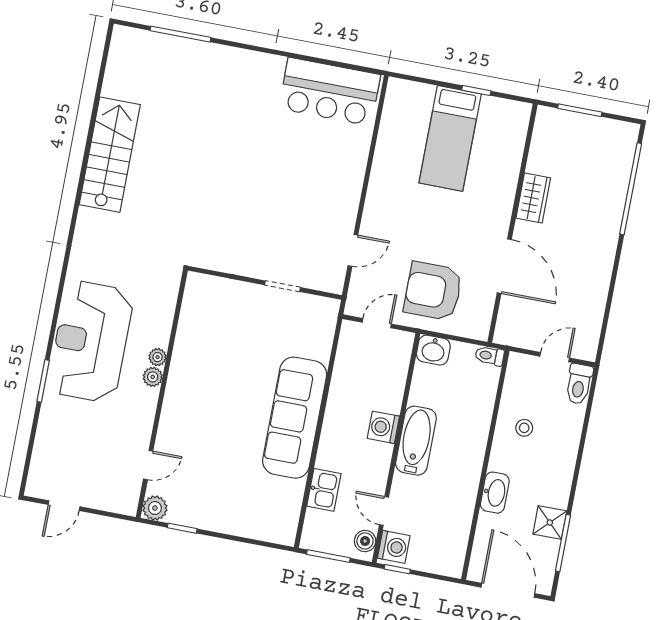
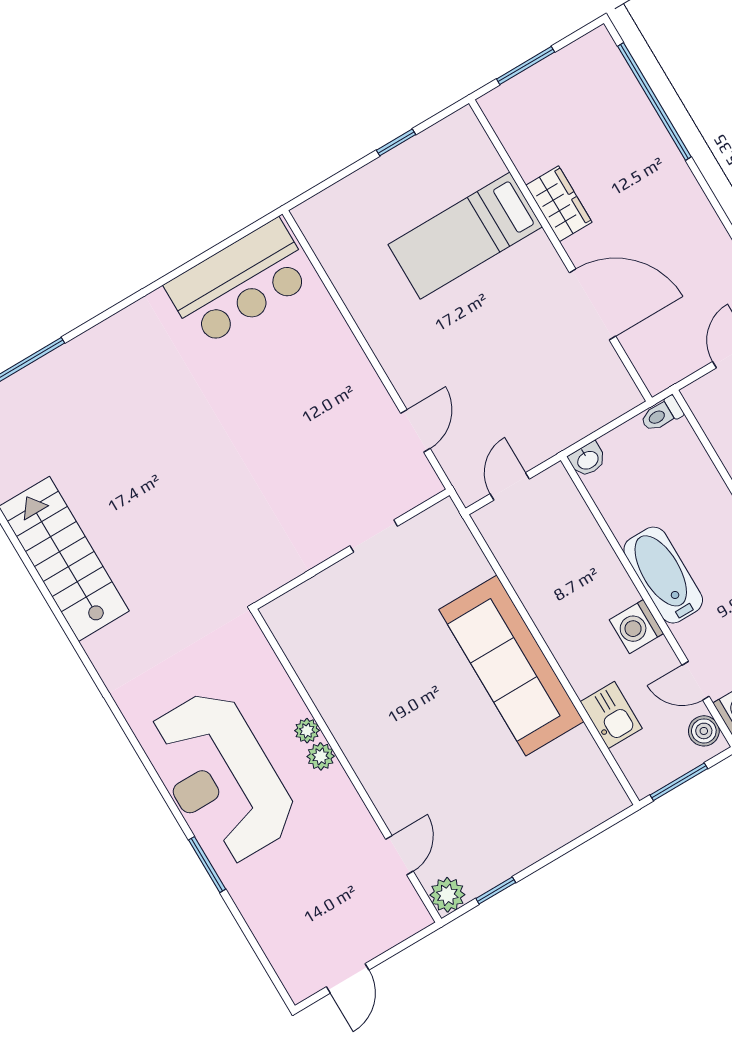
bed: (450, 138) -> (465, 236), moved, turned 90
armchair: (433, 291) -> (540, 399), removed
washbasin: (433, 350) -> (588, 460), width x0.72, depth x0.69
washing machine: (383, 427) -> (636, 627), moved

